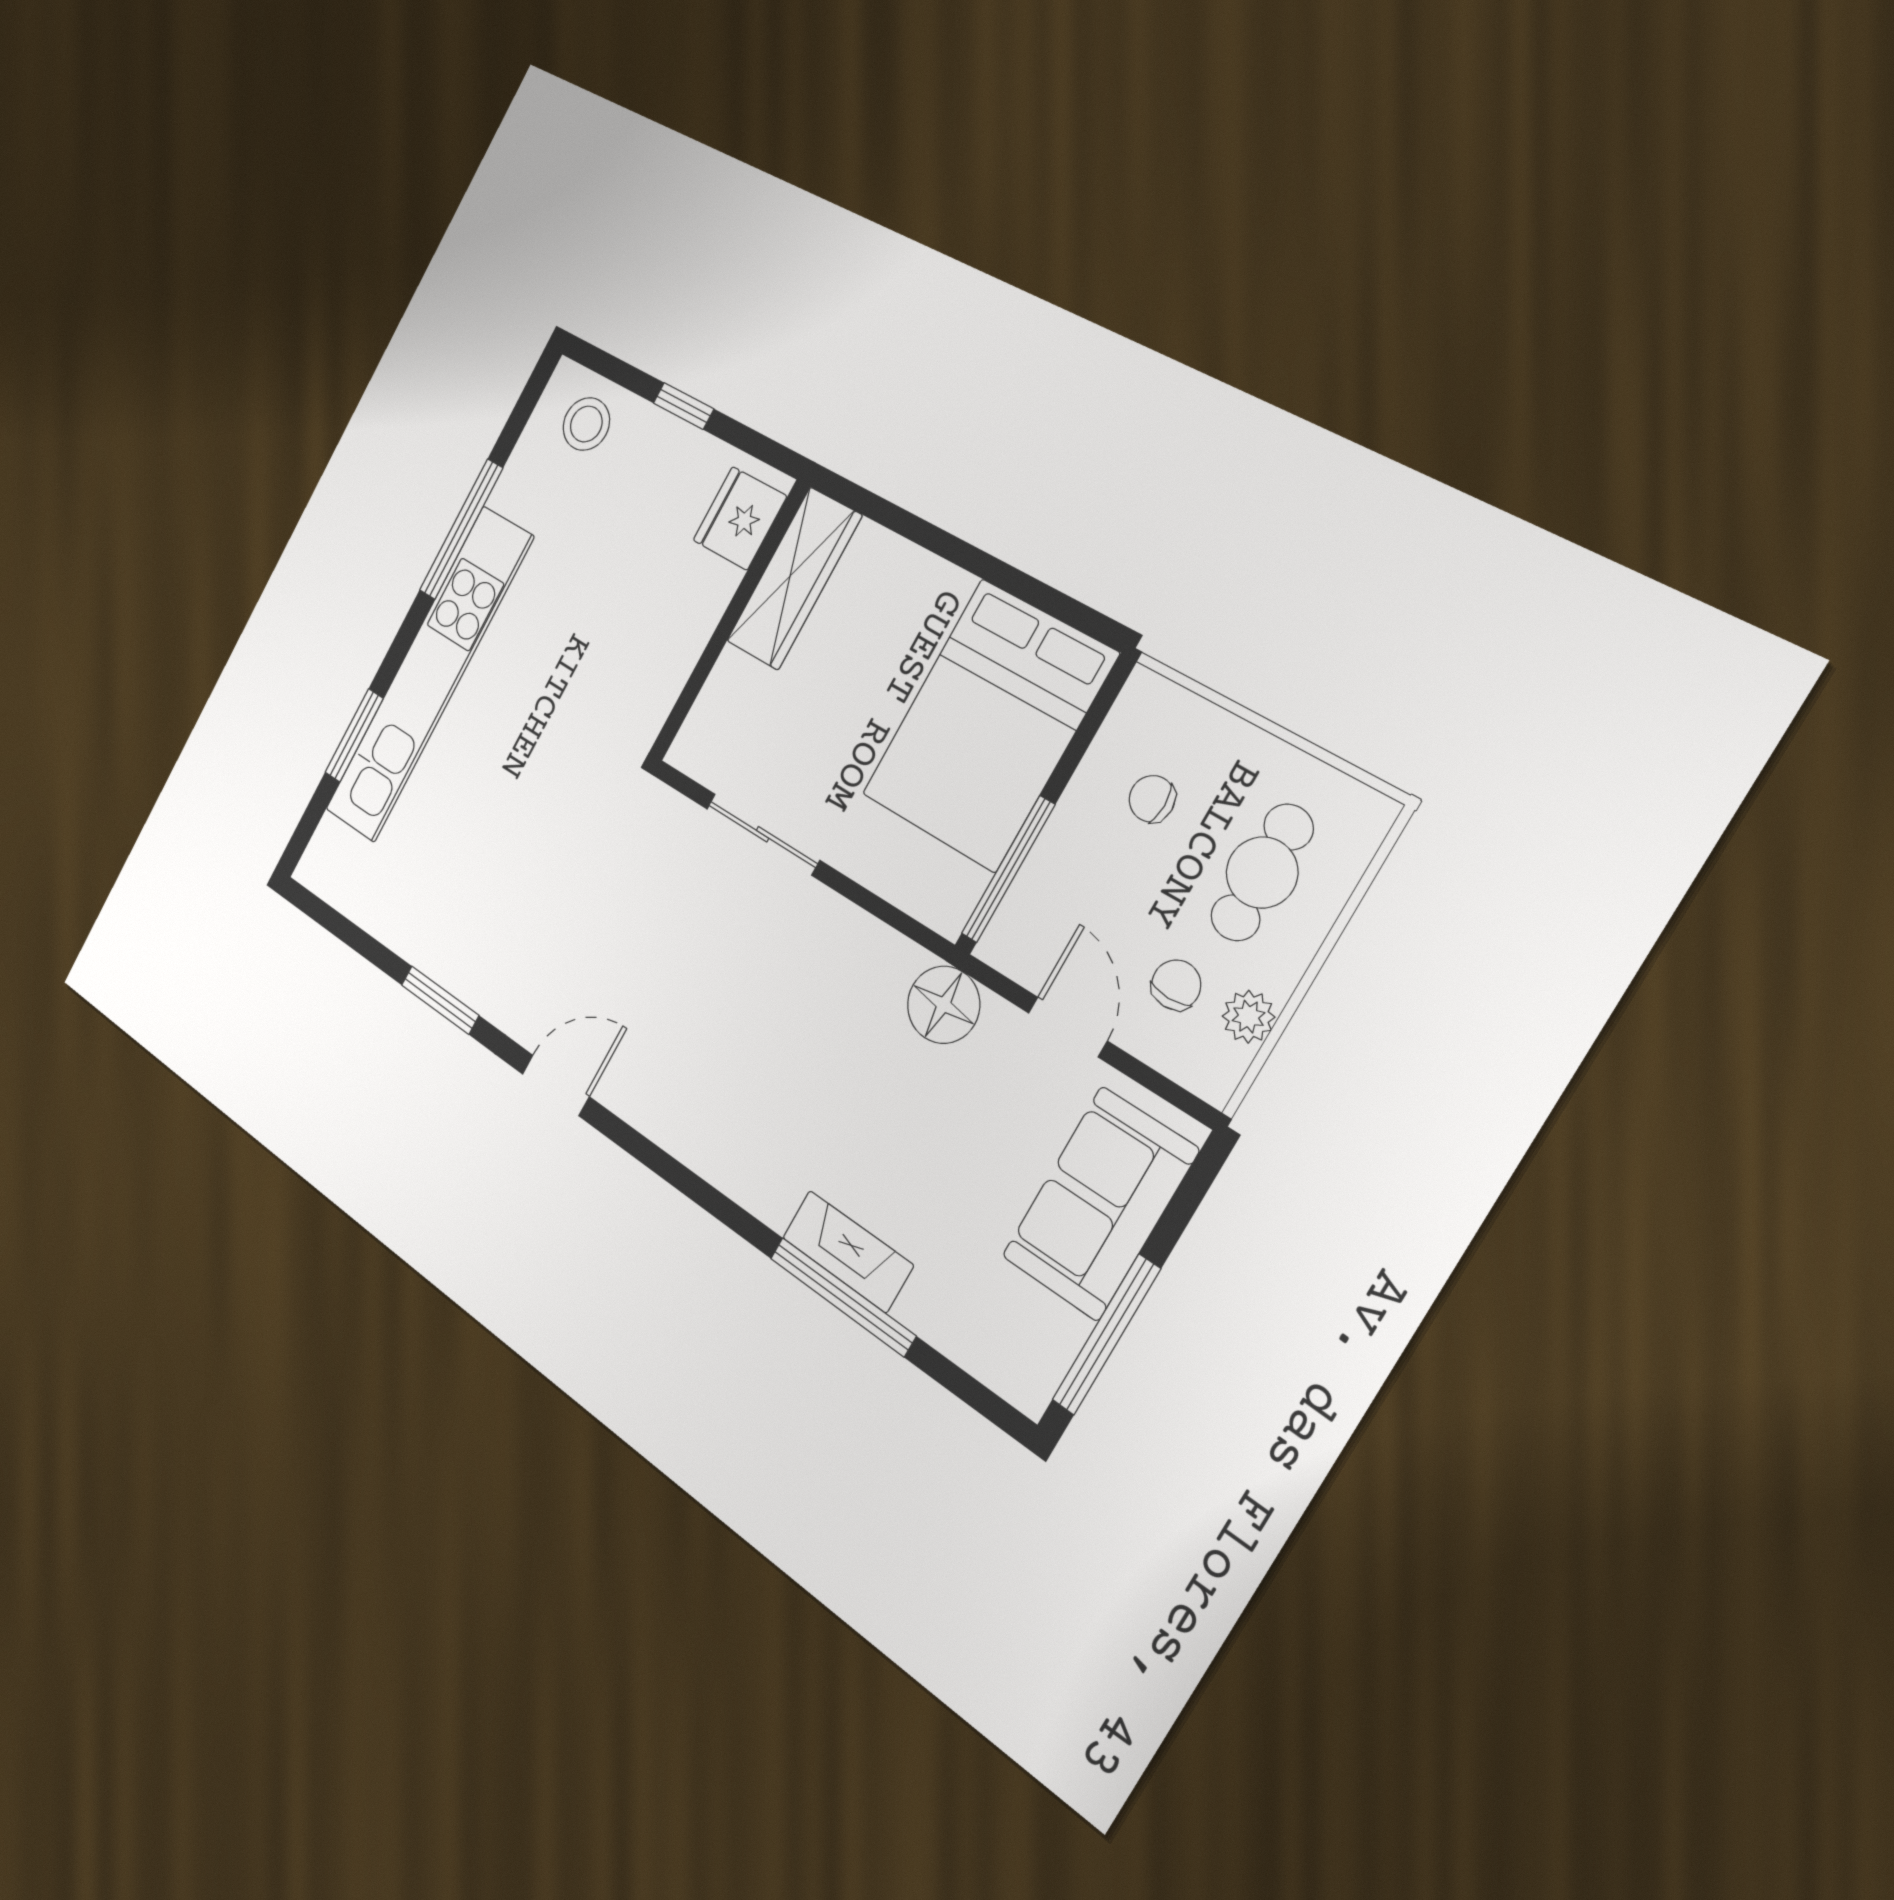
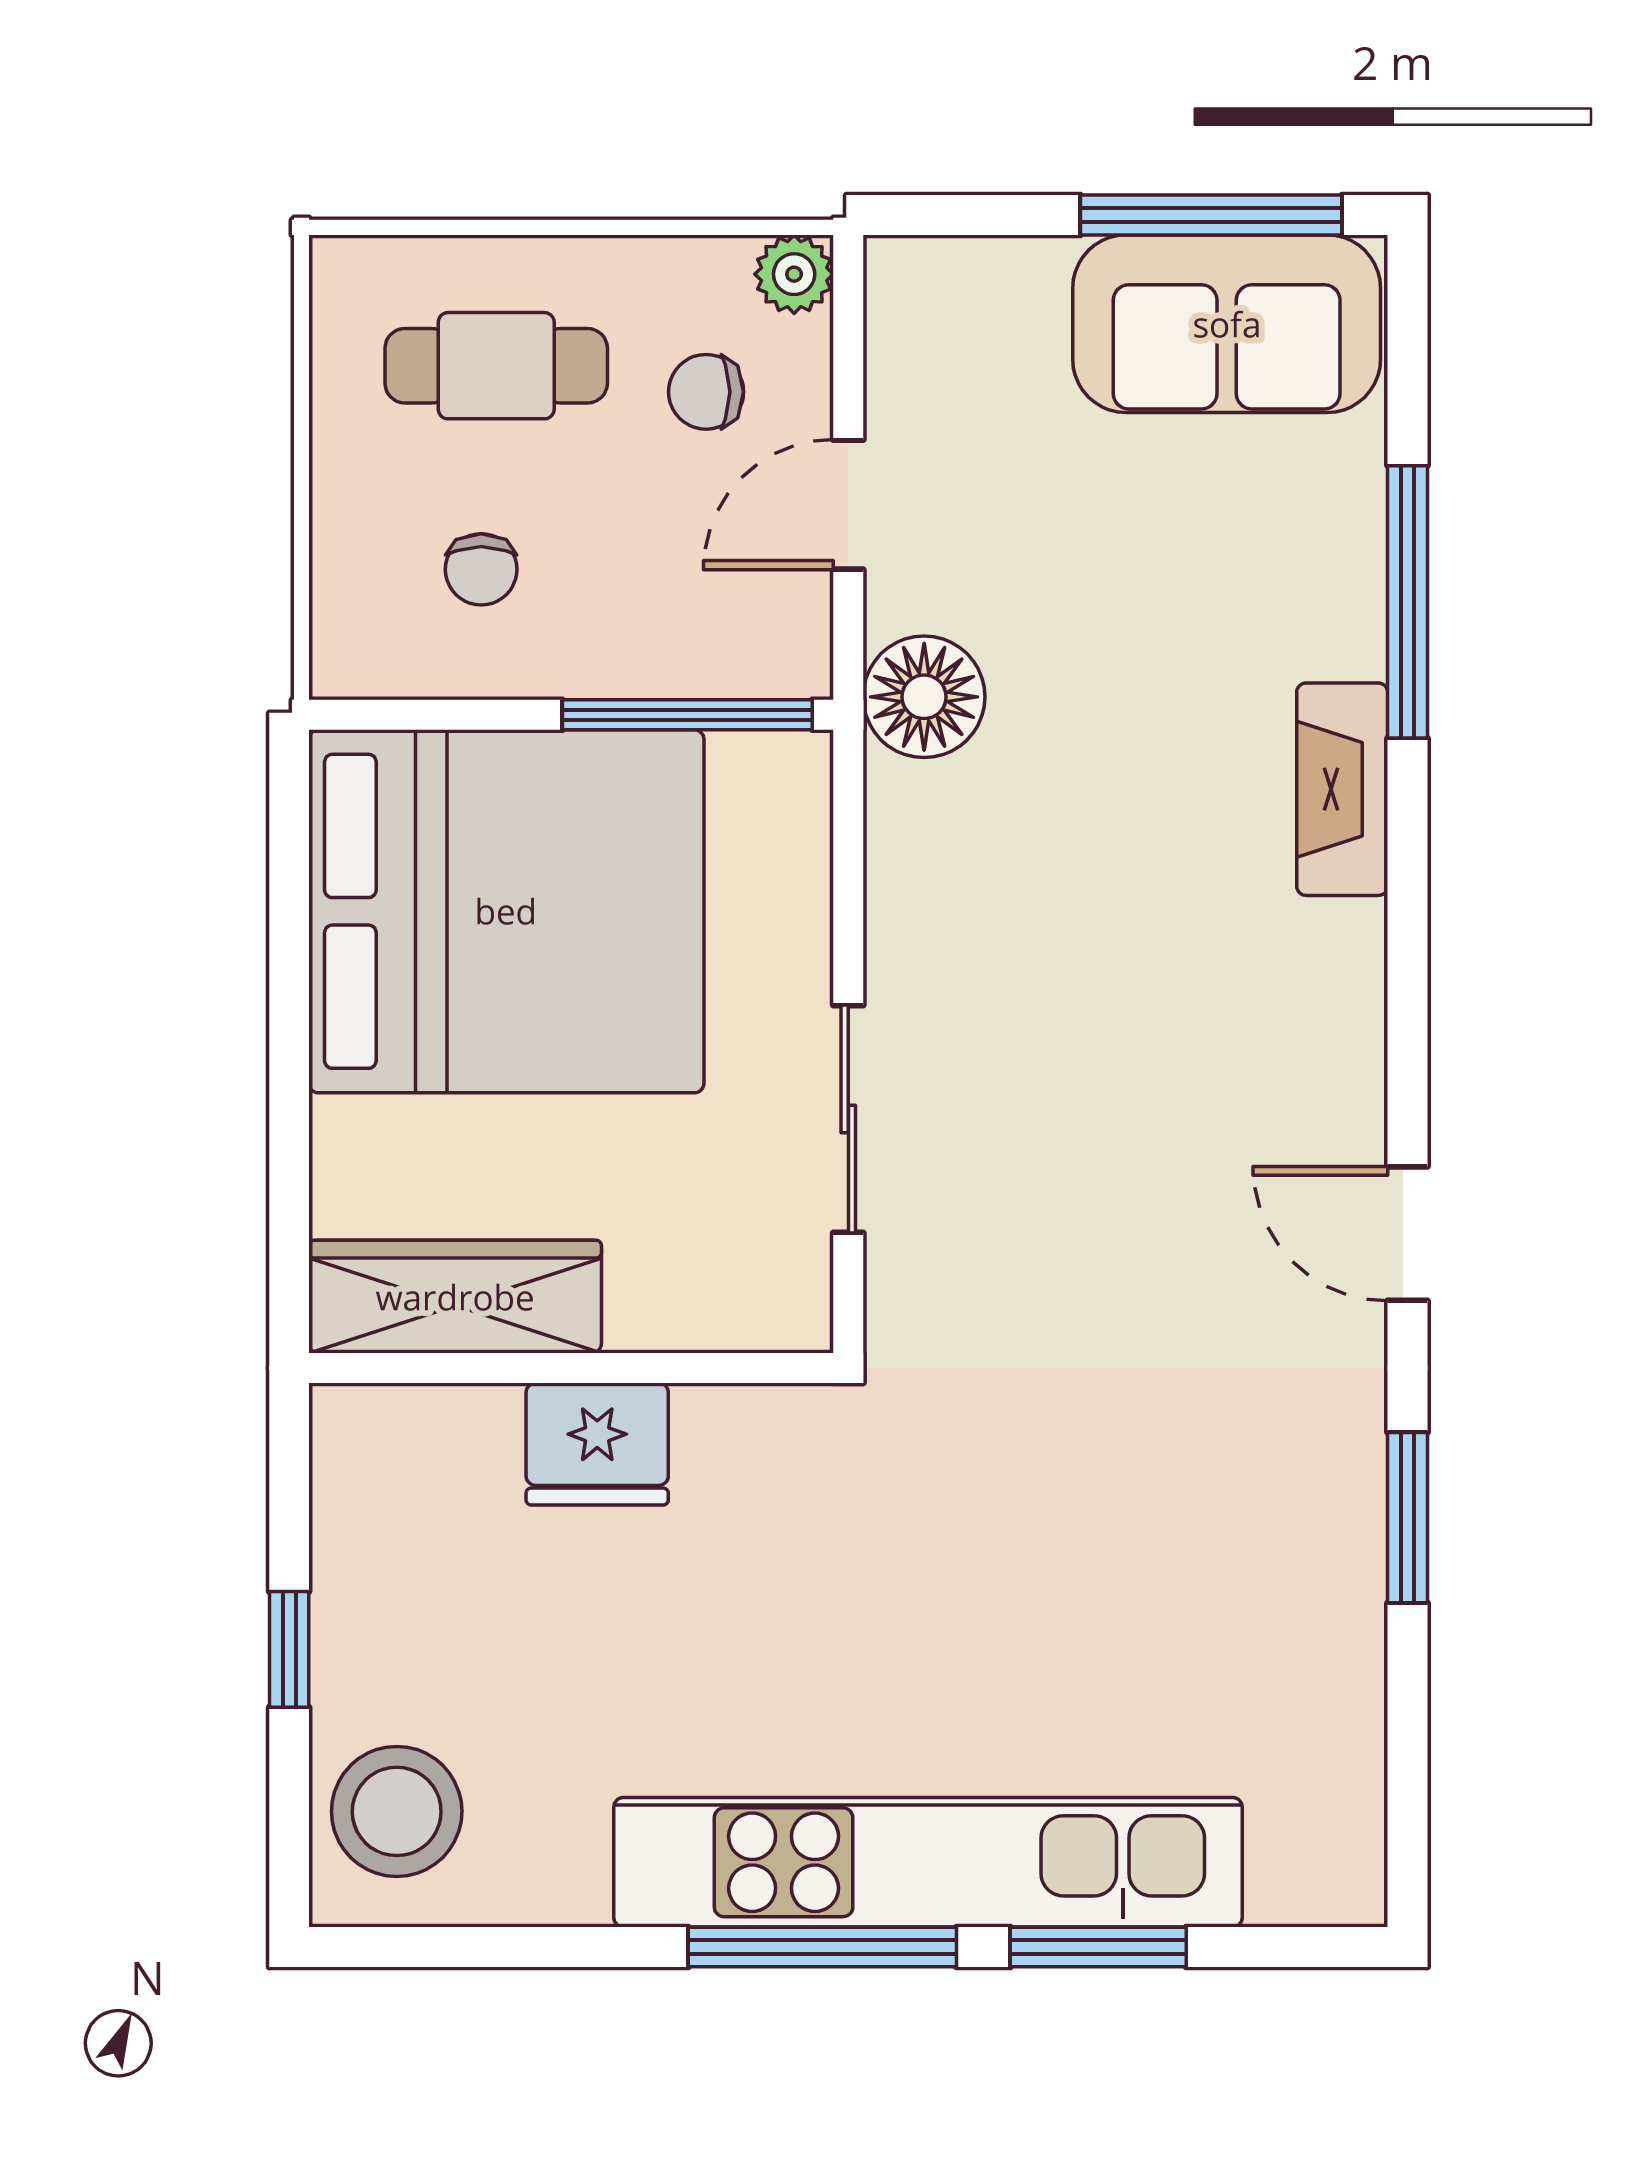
stool: (586, 424) -> (397, 1811), width x1.38, depth x1.38
fridge: (740, 518) -> (597, 1444), moved
window: (461, 529) -> (822, 1947), moved
bed: (989, 725) -> (506, 911), width x1.36
plant: (1249, 1017) -> (794, 274), moved
sofa: (1100, 1203) -> (1227, 324), moved
fireplace: (848, 1251) -> (1342, 789), moved

